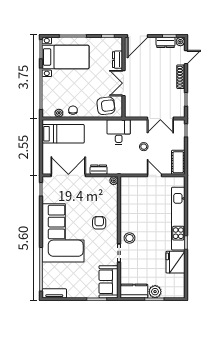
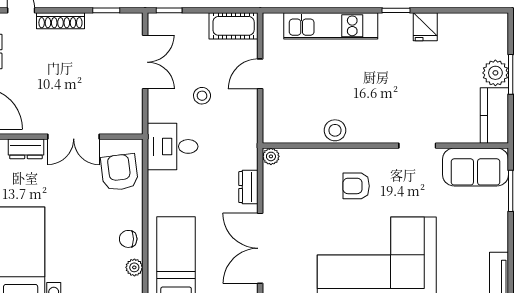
kitchen unit: (178, 219) -> (331, 26), width x0.73
stool: (129, 238) -> (335, 130), moved
fridge: (175, 262) -> (425, 27), width x0.53, depth x0.75

